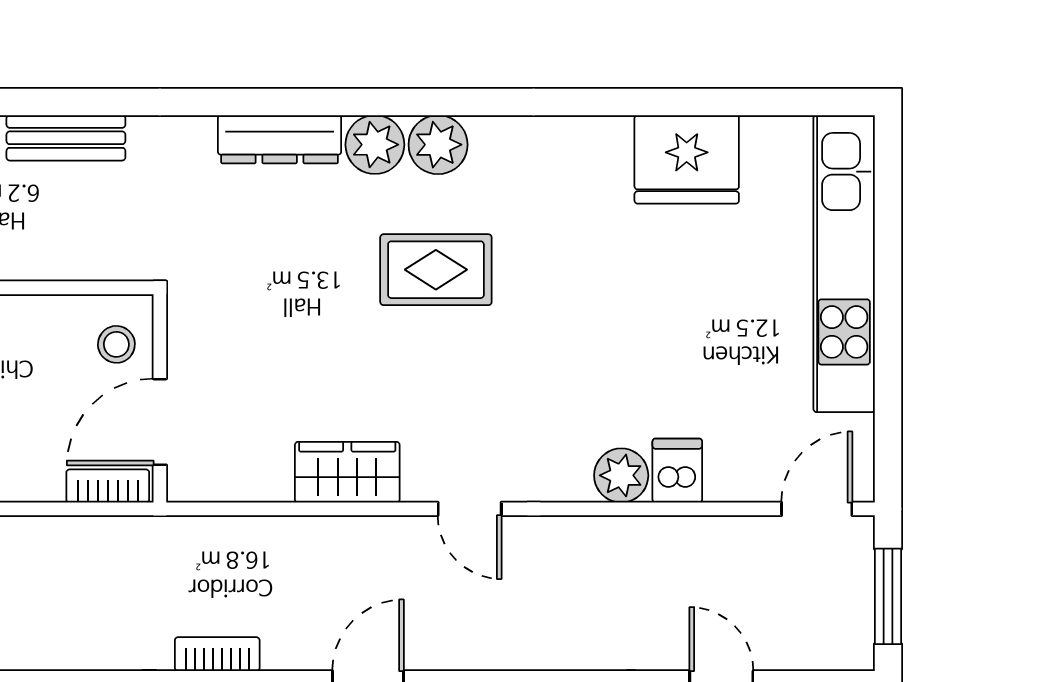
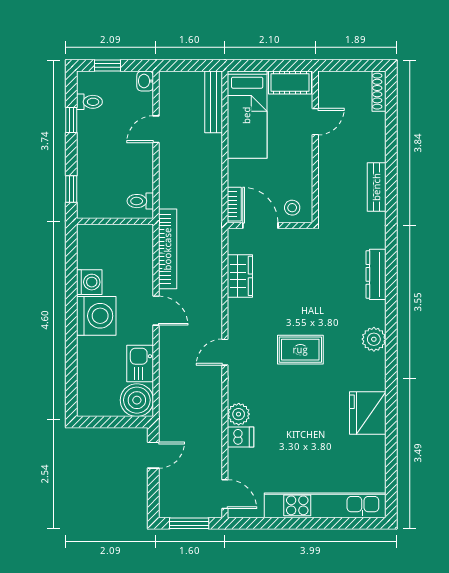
plant: (375, 145) -> (374, 313), removed
fridge: (687, 159) -> (368, 413), moved
rug: (436, 270) -> (300, 350), moved, turned 90
wardrobe: (347, 472) -> (240, 276), moved
bookcase: (217, 654) -> (168, 249), width x2.31, depth x1.31

